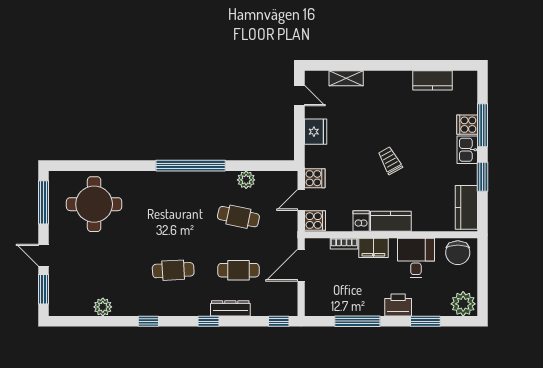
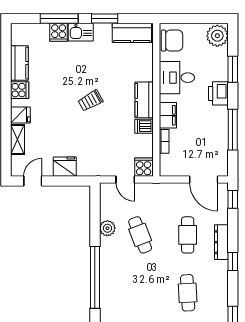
fridge: (374, 82) -> (20, 115), added
cooker: (315, 178) -> (20, 90), moved, turned 90
cafe table: (238, 217) -> (140, 235), turned -33
door: (301, 265) -> (204, 179), moved

